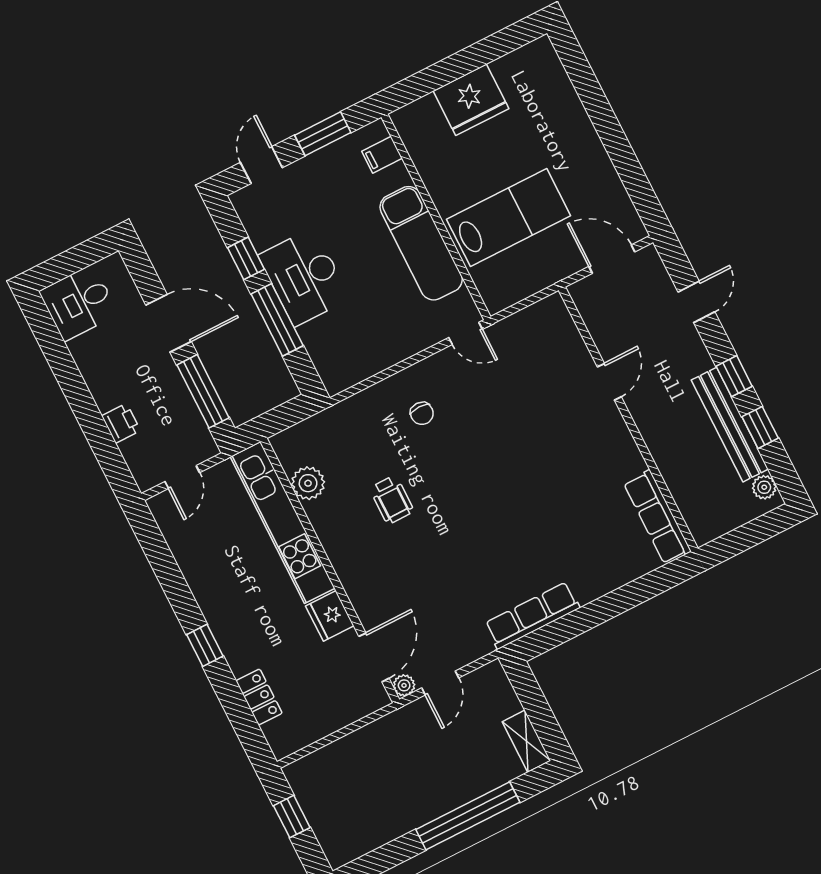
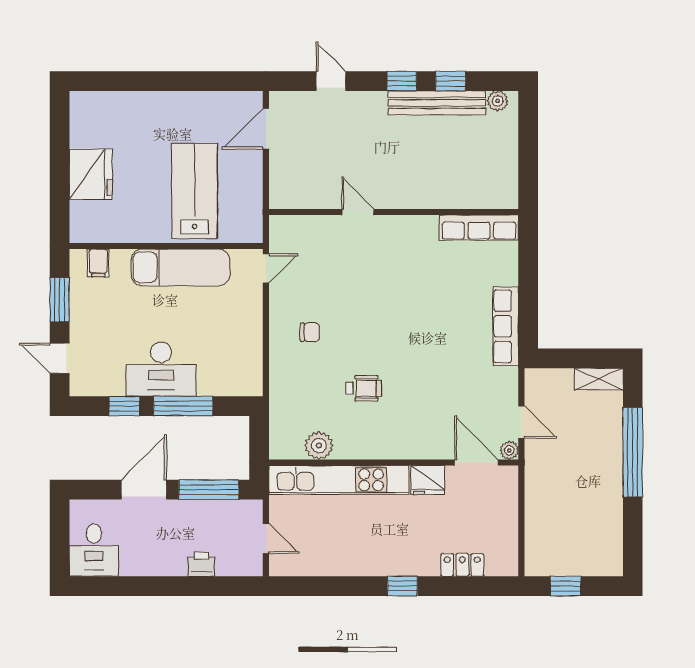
door: (609, 382) -> (358, 212), moved
wall: (628, 419) -> (394, 212), moved
row of seats: (657, 517) -> (479, 228), moved

